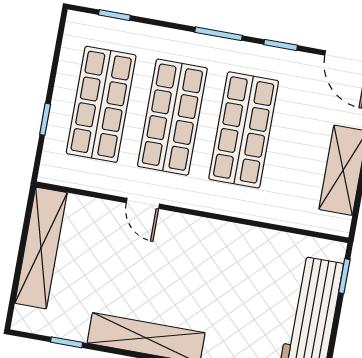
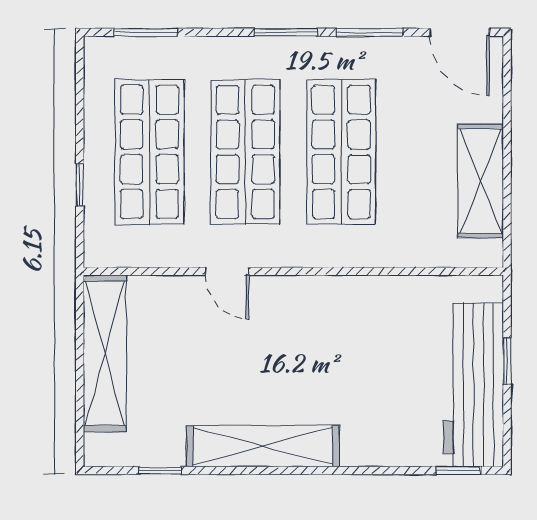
window: (114, 15) -> (146, 32), width x1.50
window: (281, 45) -> (370, 32), width x1.50
window: (344, 276) -> (507, 361), moved

